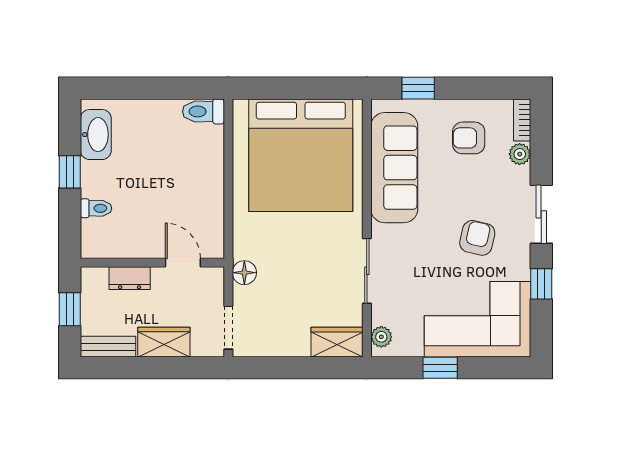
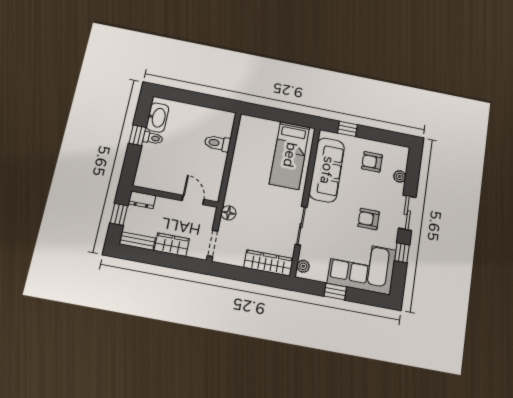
toilet: (203, 111) -> (217, 143), moved
bookcase: (522, 120) -> (404, 158), removed
bed: (301, 155) -> (290, 155), width x0.49
toilet: (96, 208) -> (153, 138), moved
armchair: (477, 238) -> (369, 219), turned -103
dresser: (130, 278) -> (142, 200), moved
wardrobe: (337, 342) -> (268, 263), width x1.50

